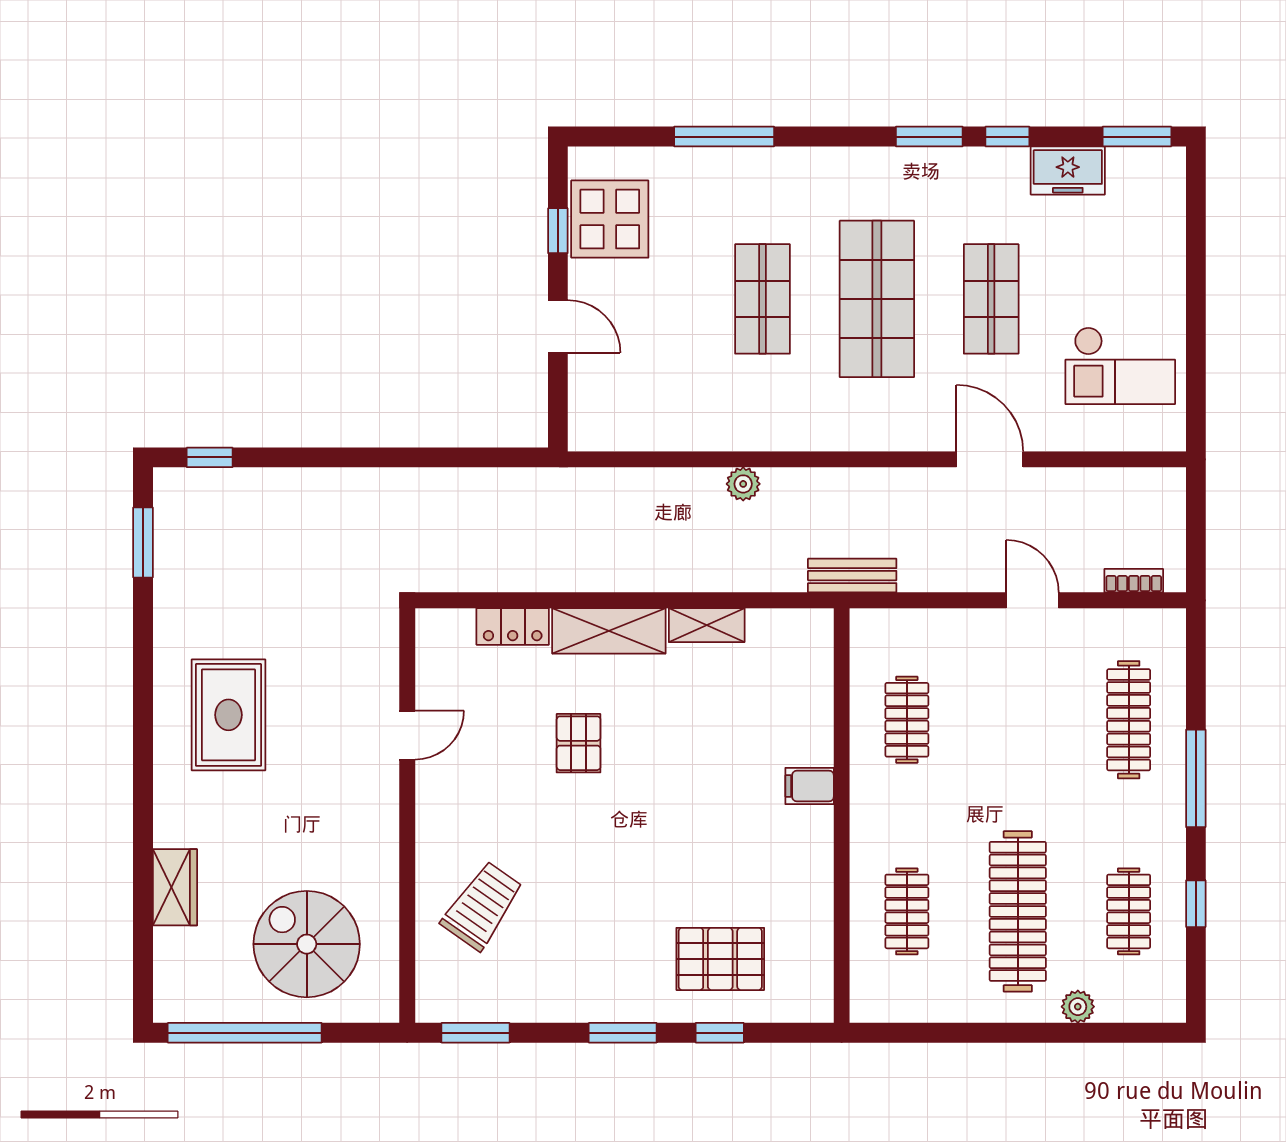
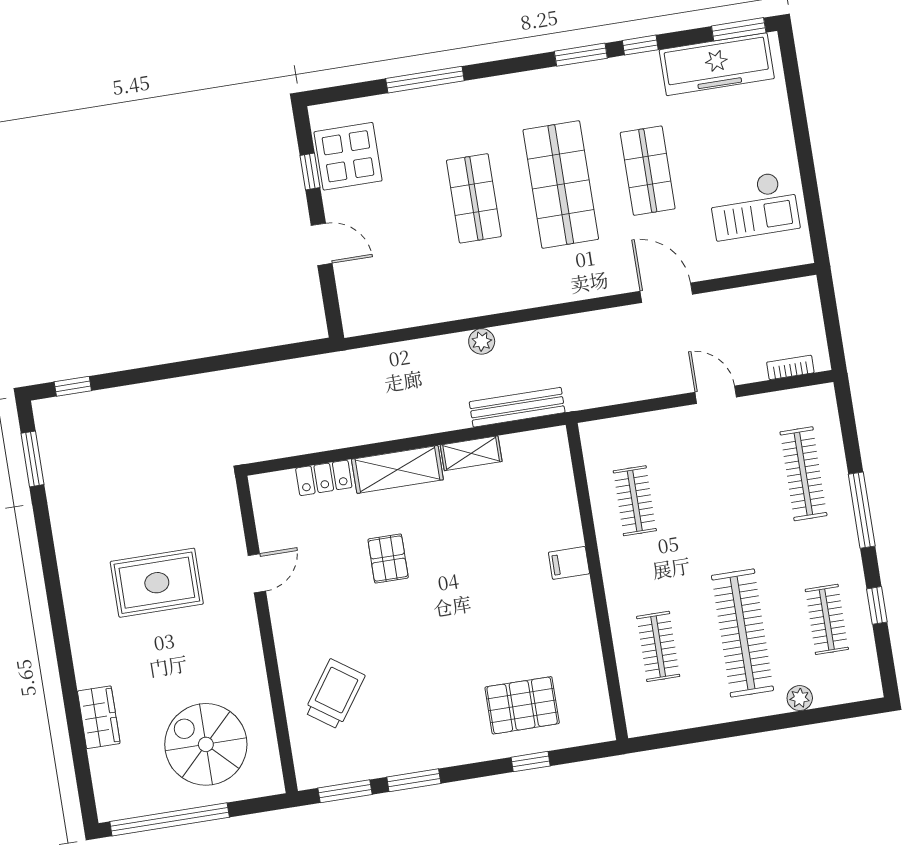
freezer: (1068, 170) -> (717, 64), width x1.91, depth x1.26
bench: (852, 576) -> (517, 407), moved, width x1.36
rug: (228, 715) -> (157, 583), moved, turned 90
window: (623, 1033) -> (414, 780), moved

